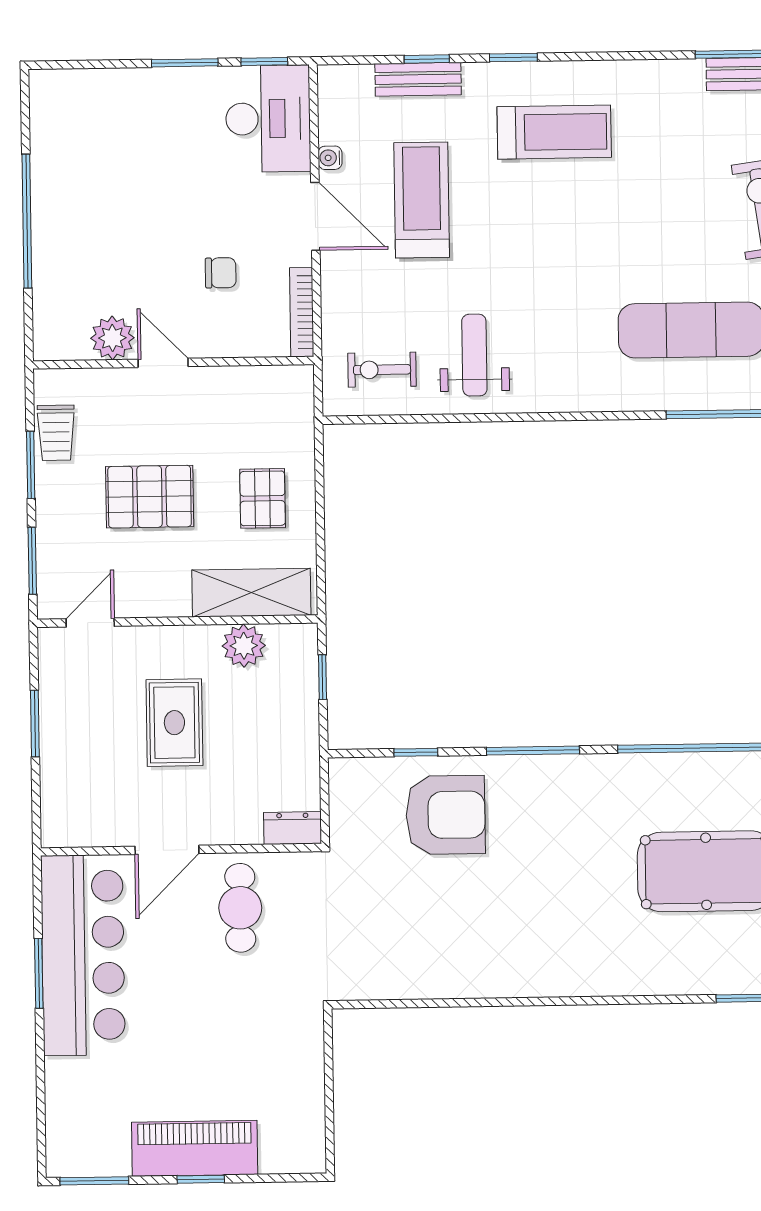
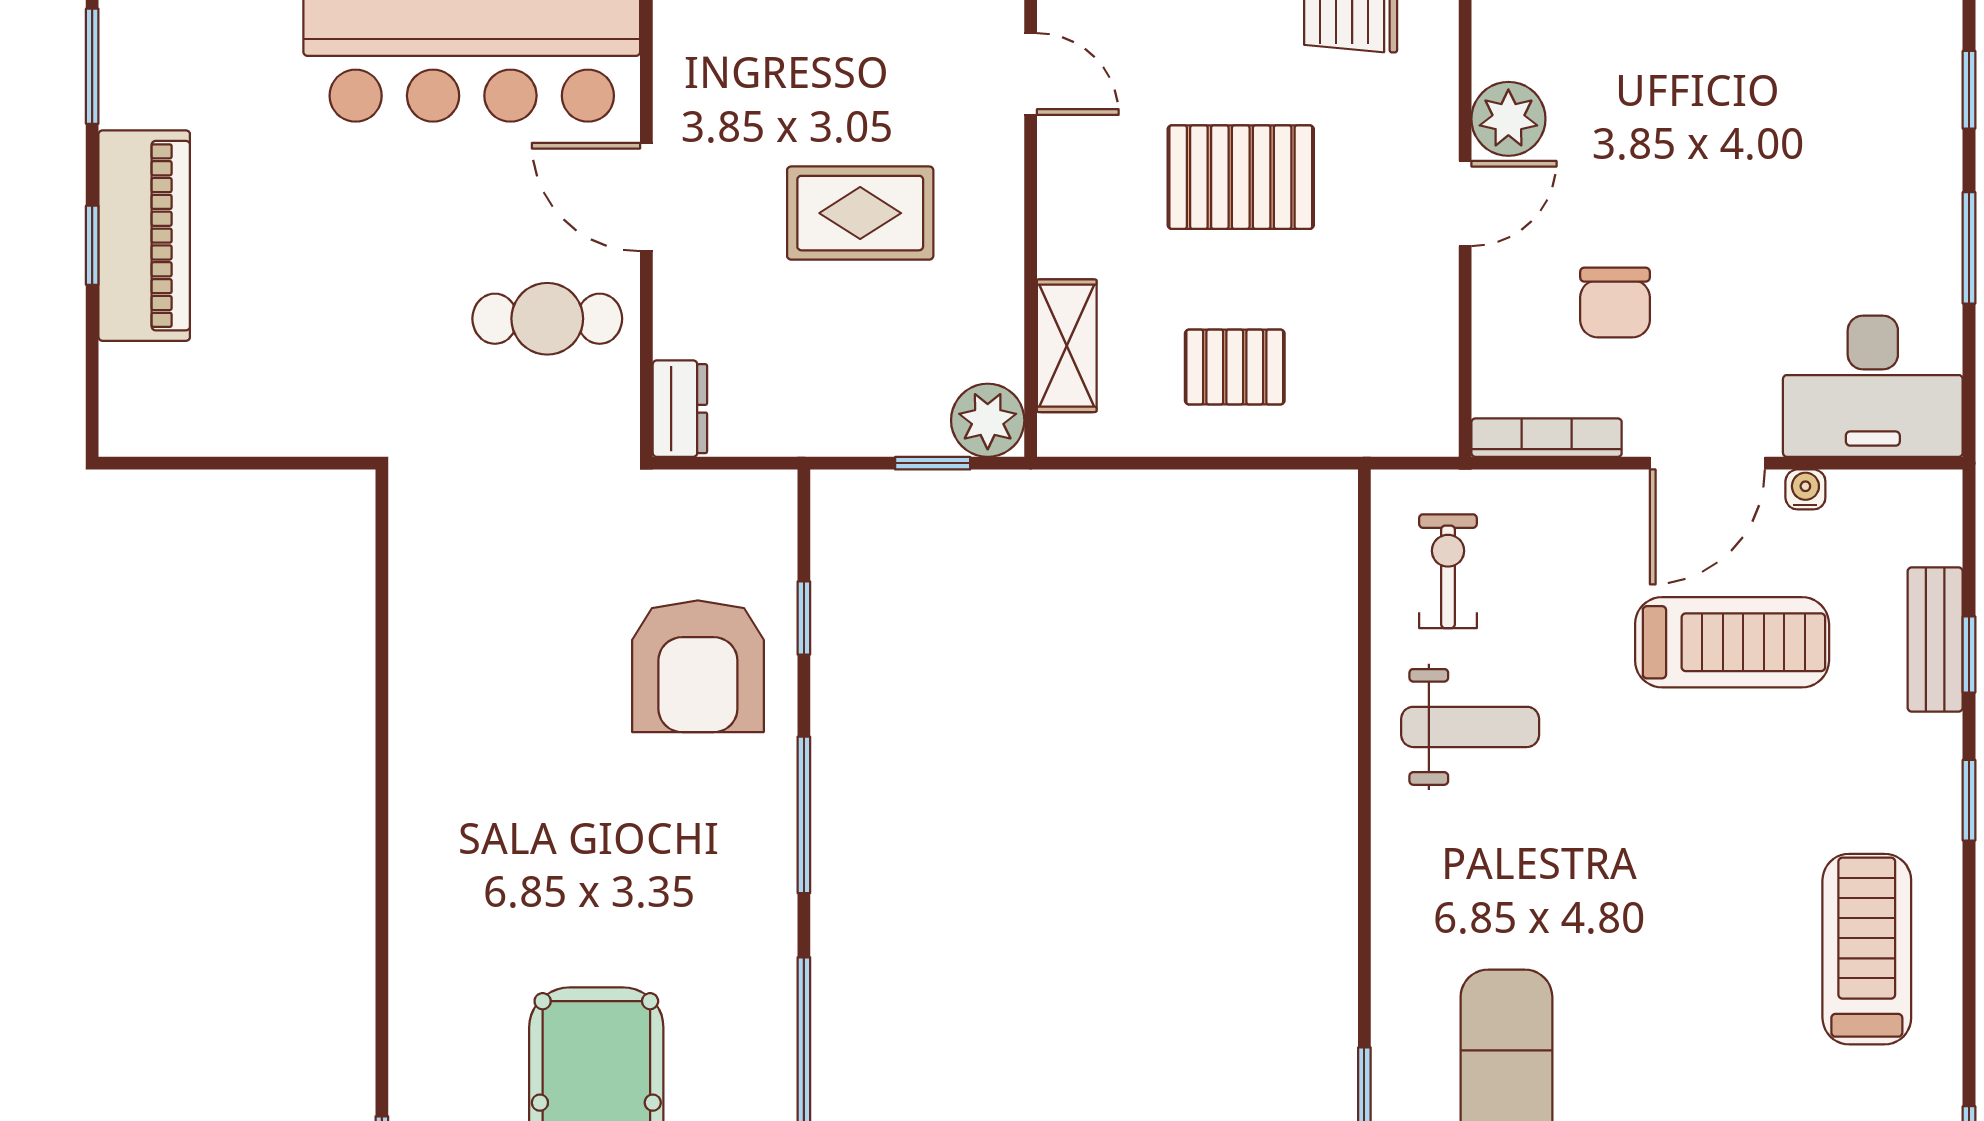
window: (264, 62) -> (1969, 90), moved
treadmill: (554, 132) -> (1867, 949), moved, turned 180
chair: (221, 273) -> (1615, 302), width x1.37, depth x1.37
pallet: (150, 497) -> (1241, 177), turned 90
shelving: (251, 593) -> (1067, 346), width x0.67, depth x0.75
plant: (244, 646) -> (988, 420), moved

